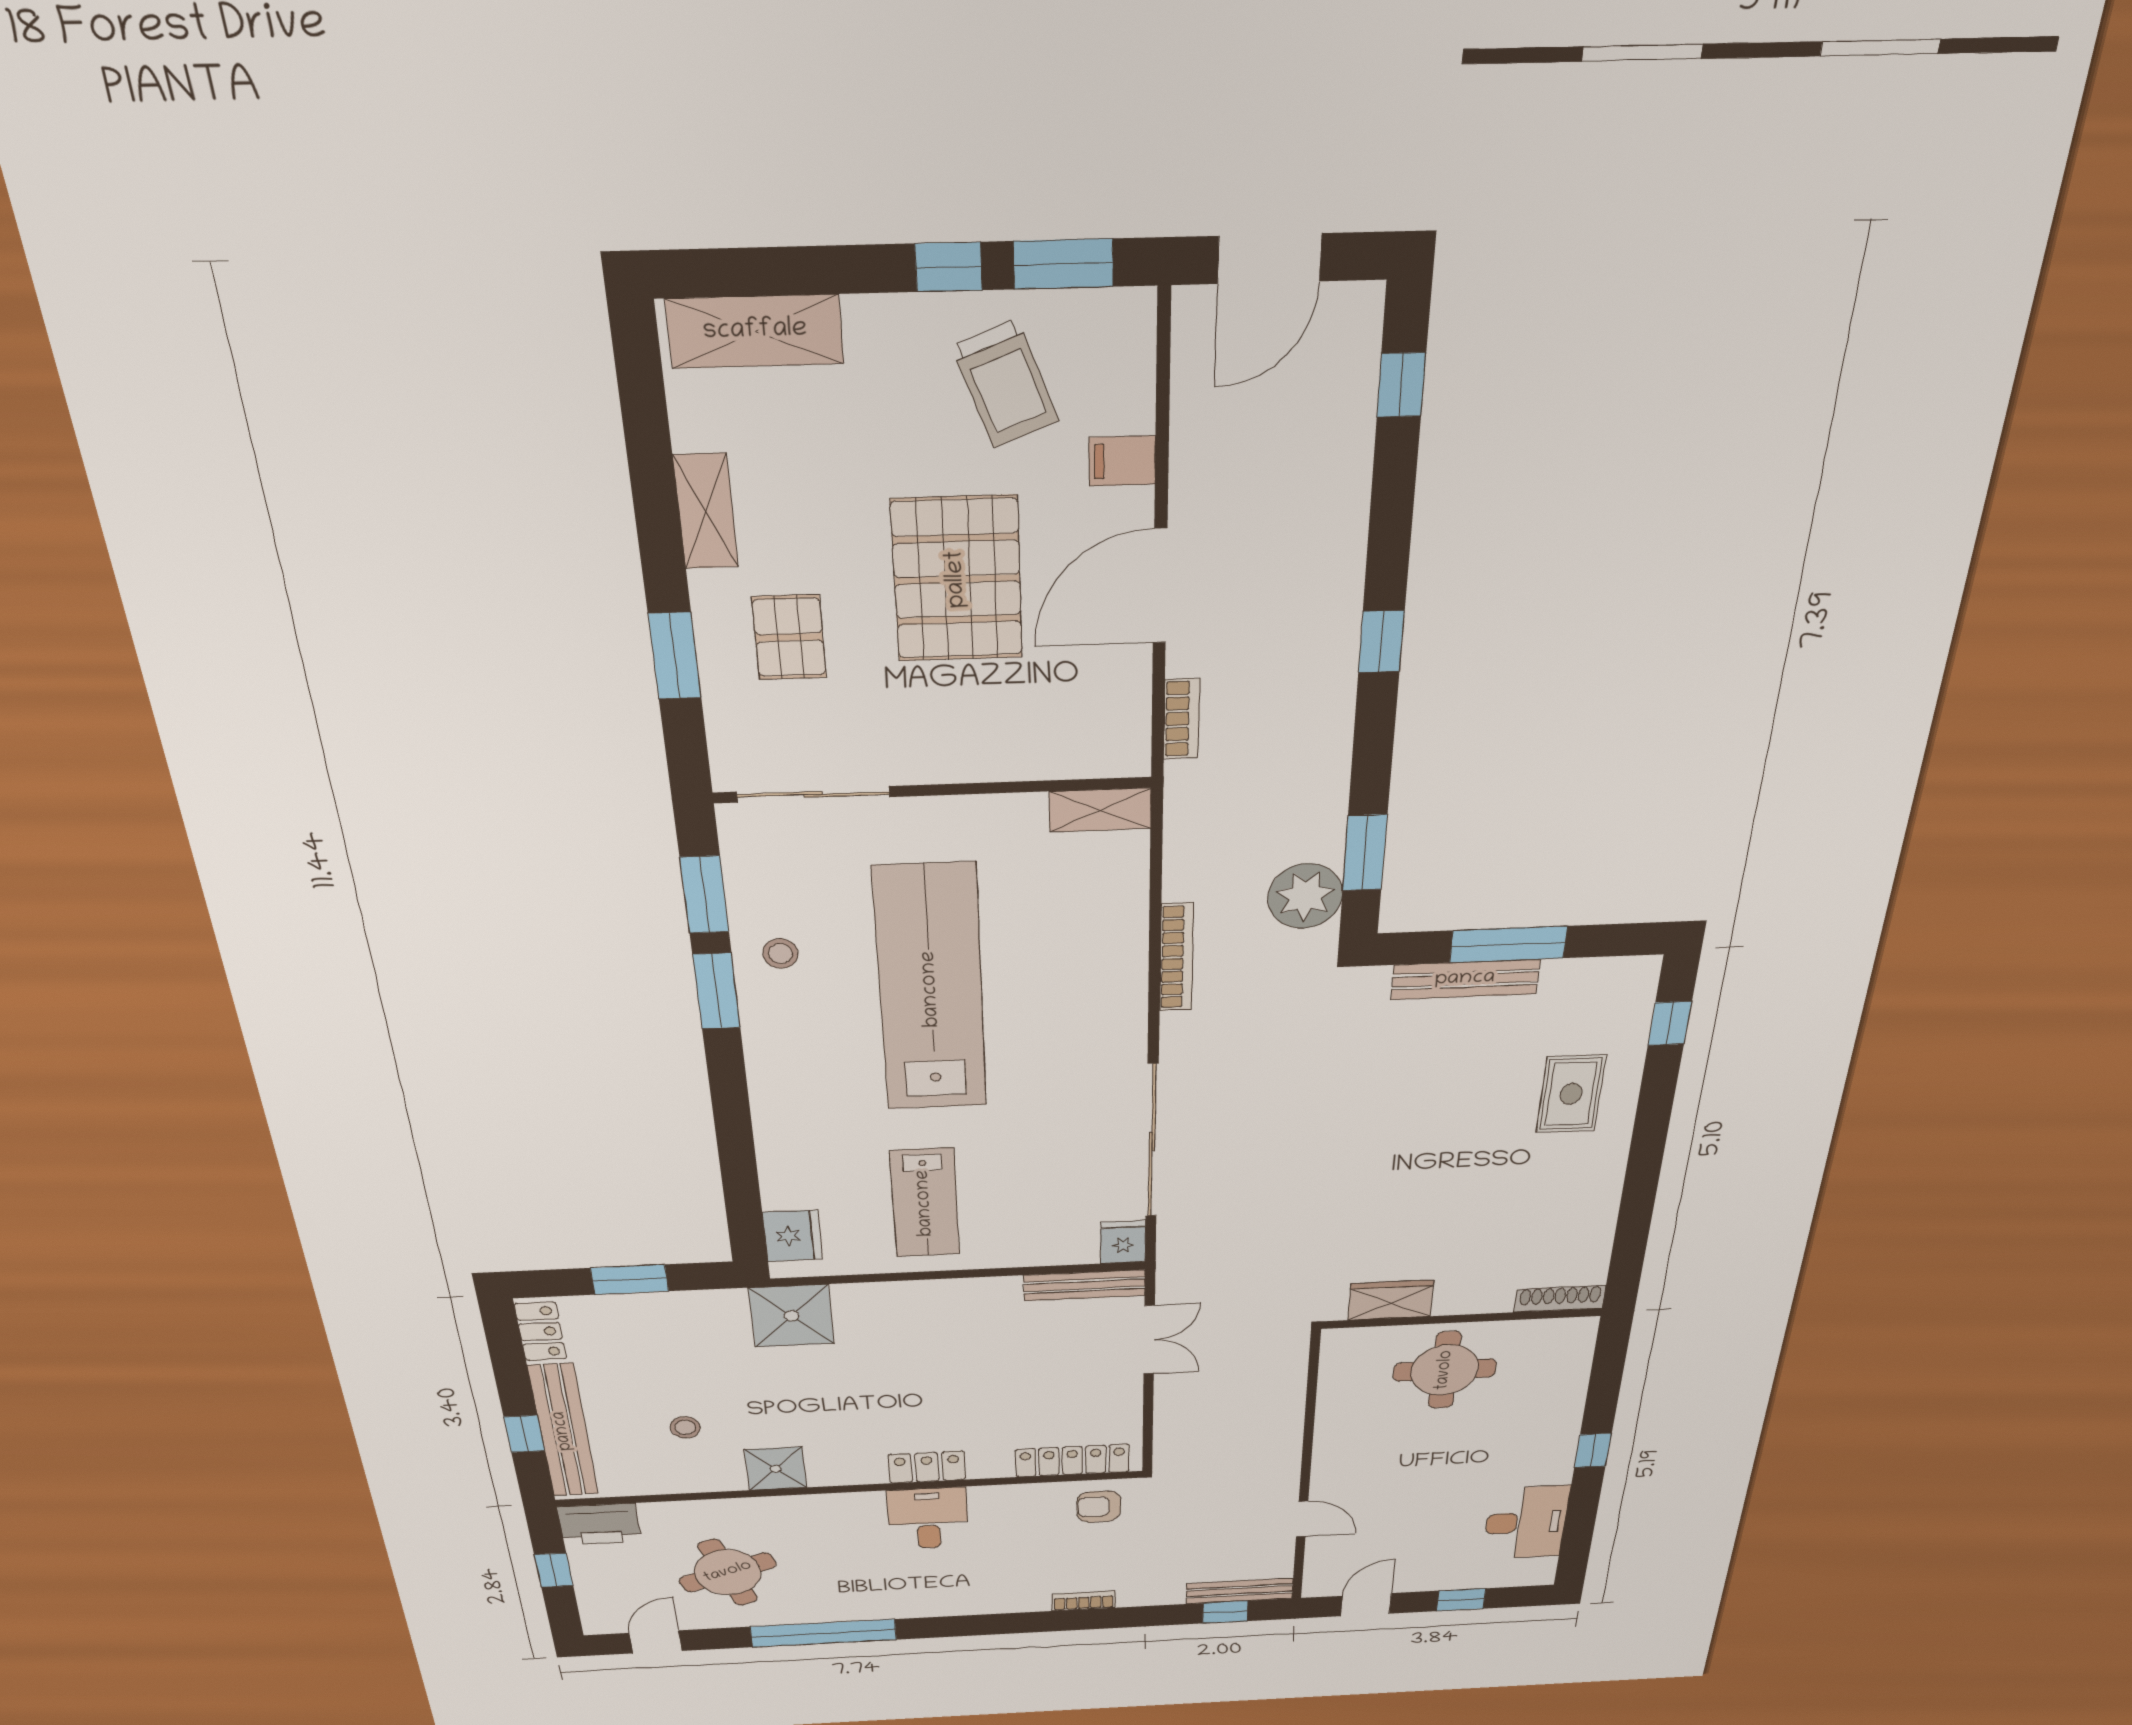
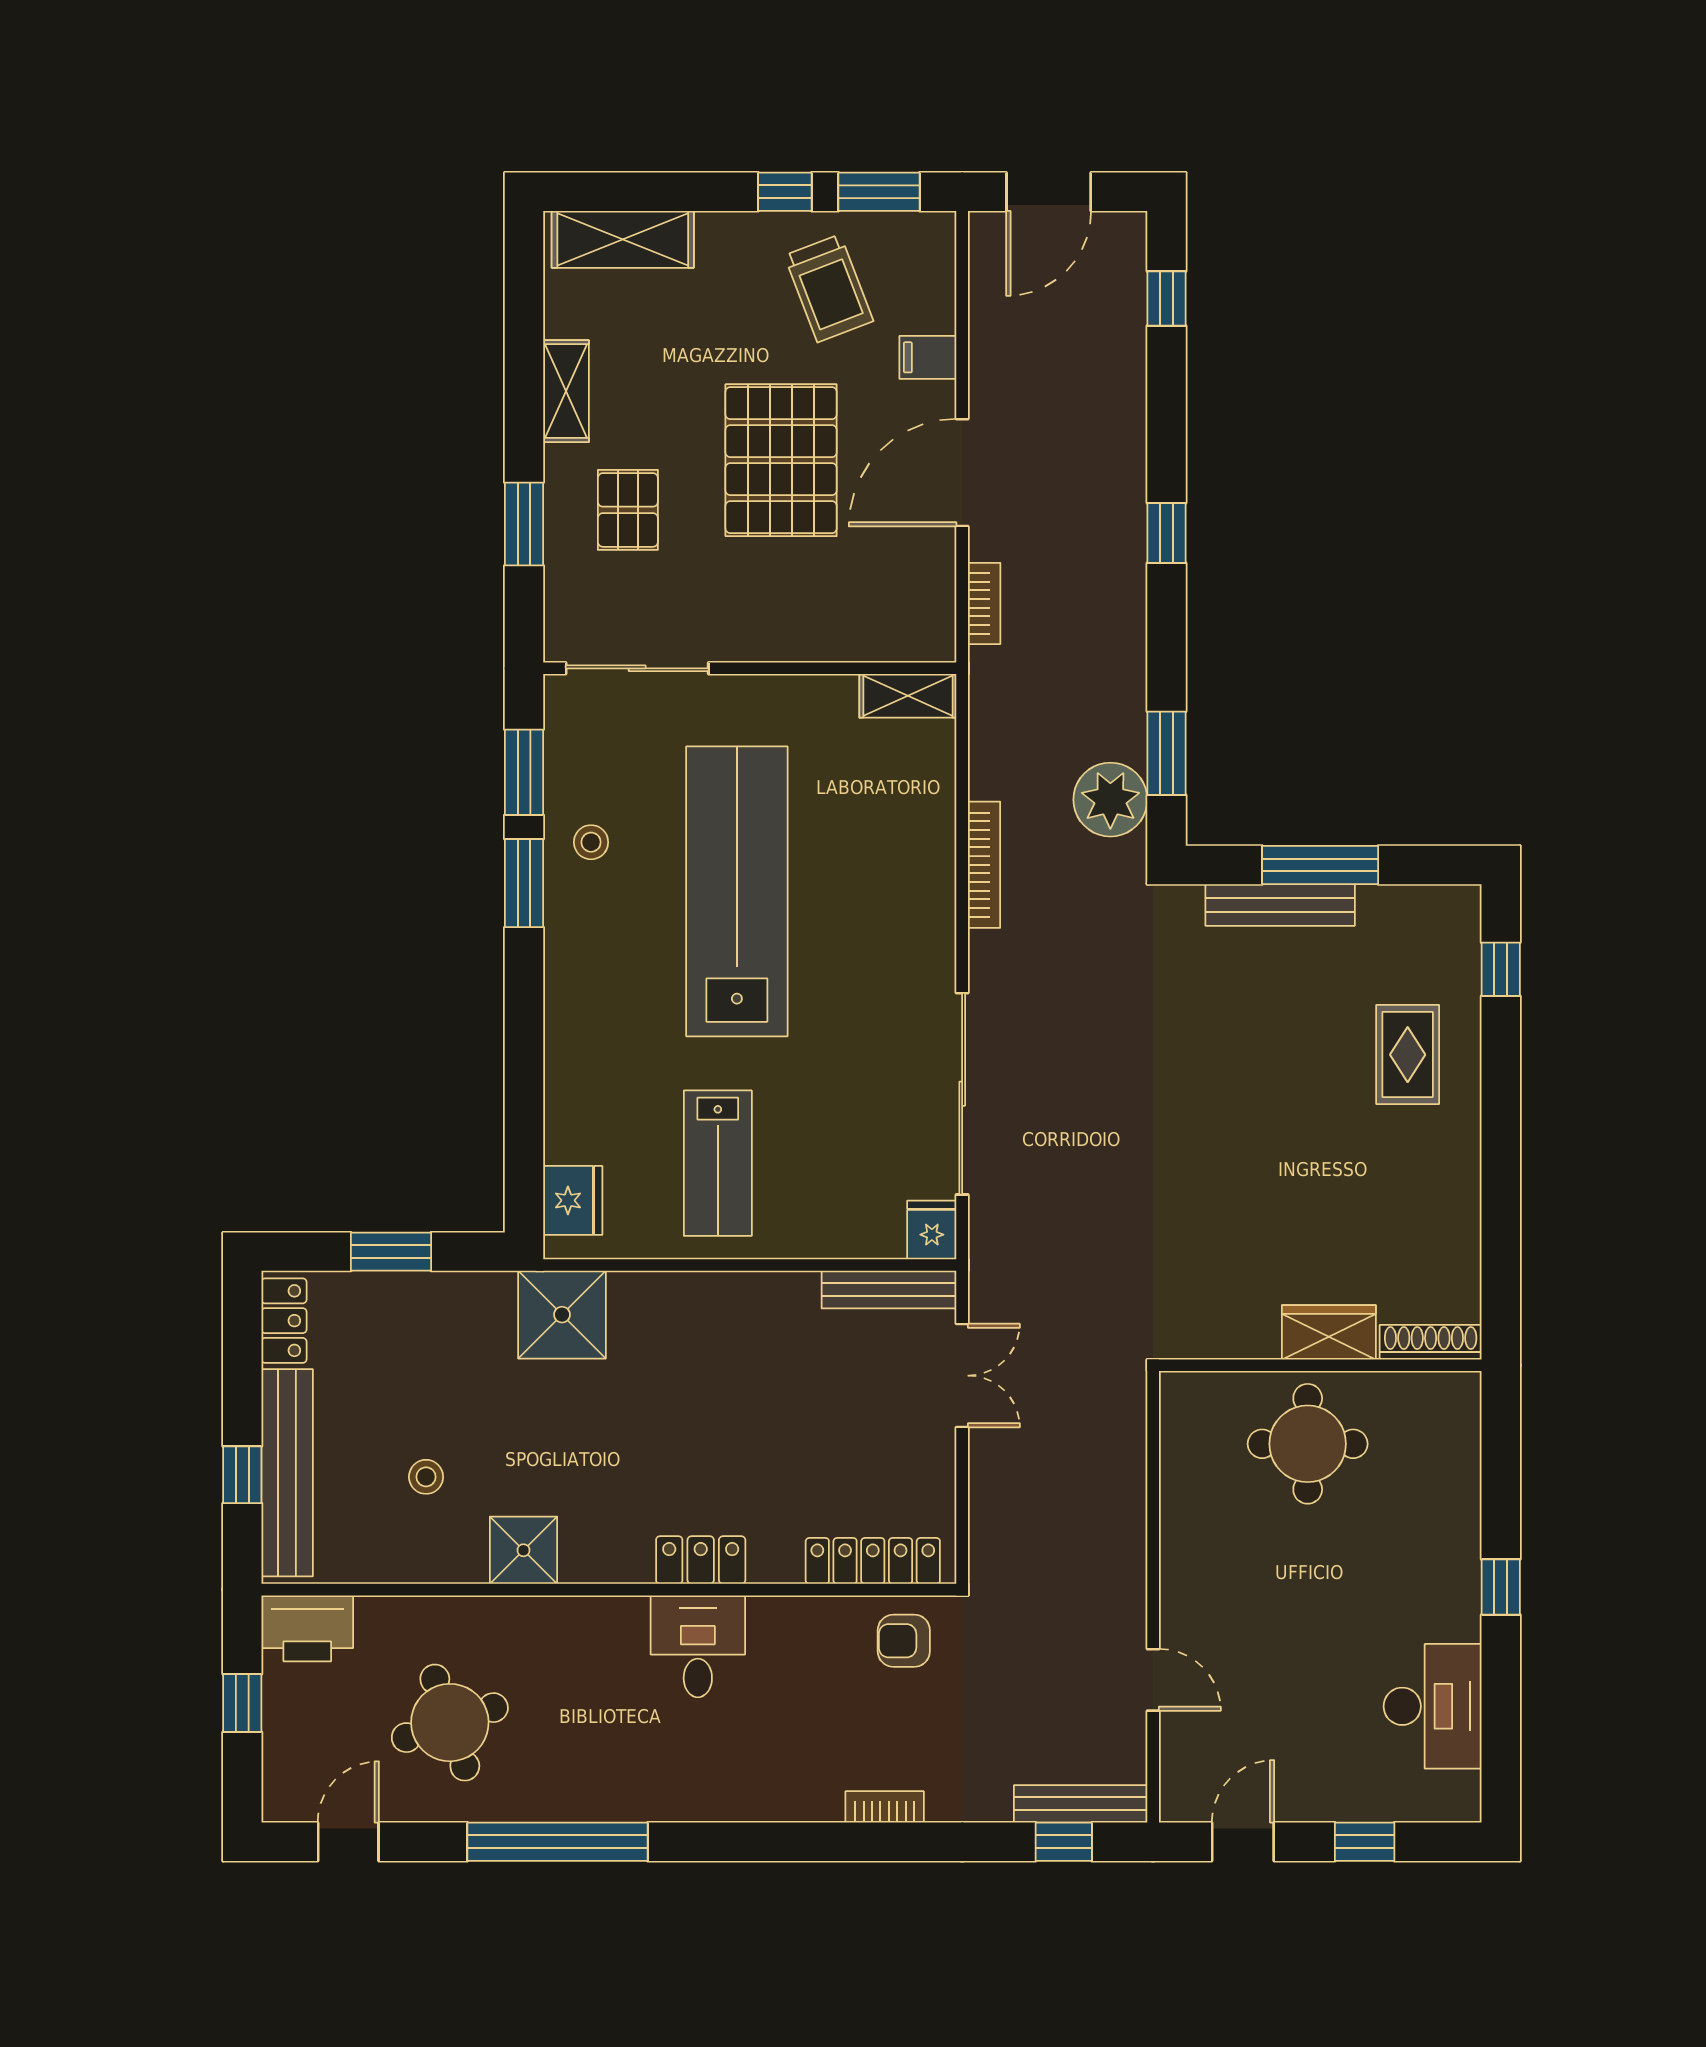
wardrobe: (1391, 1300) -> (1329, 1332), moved

